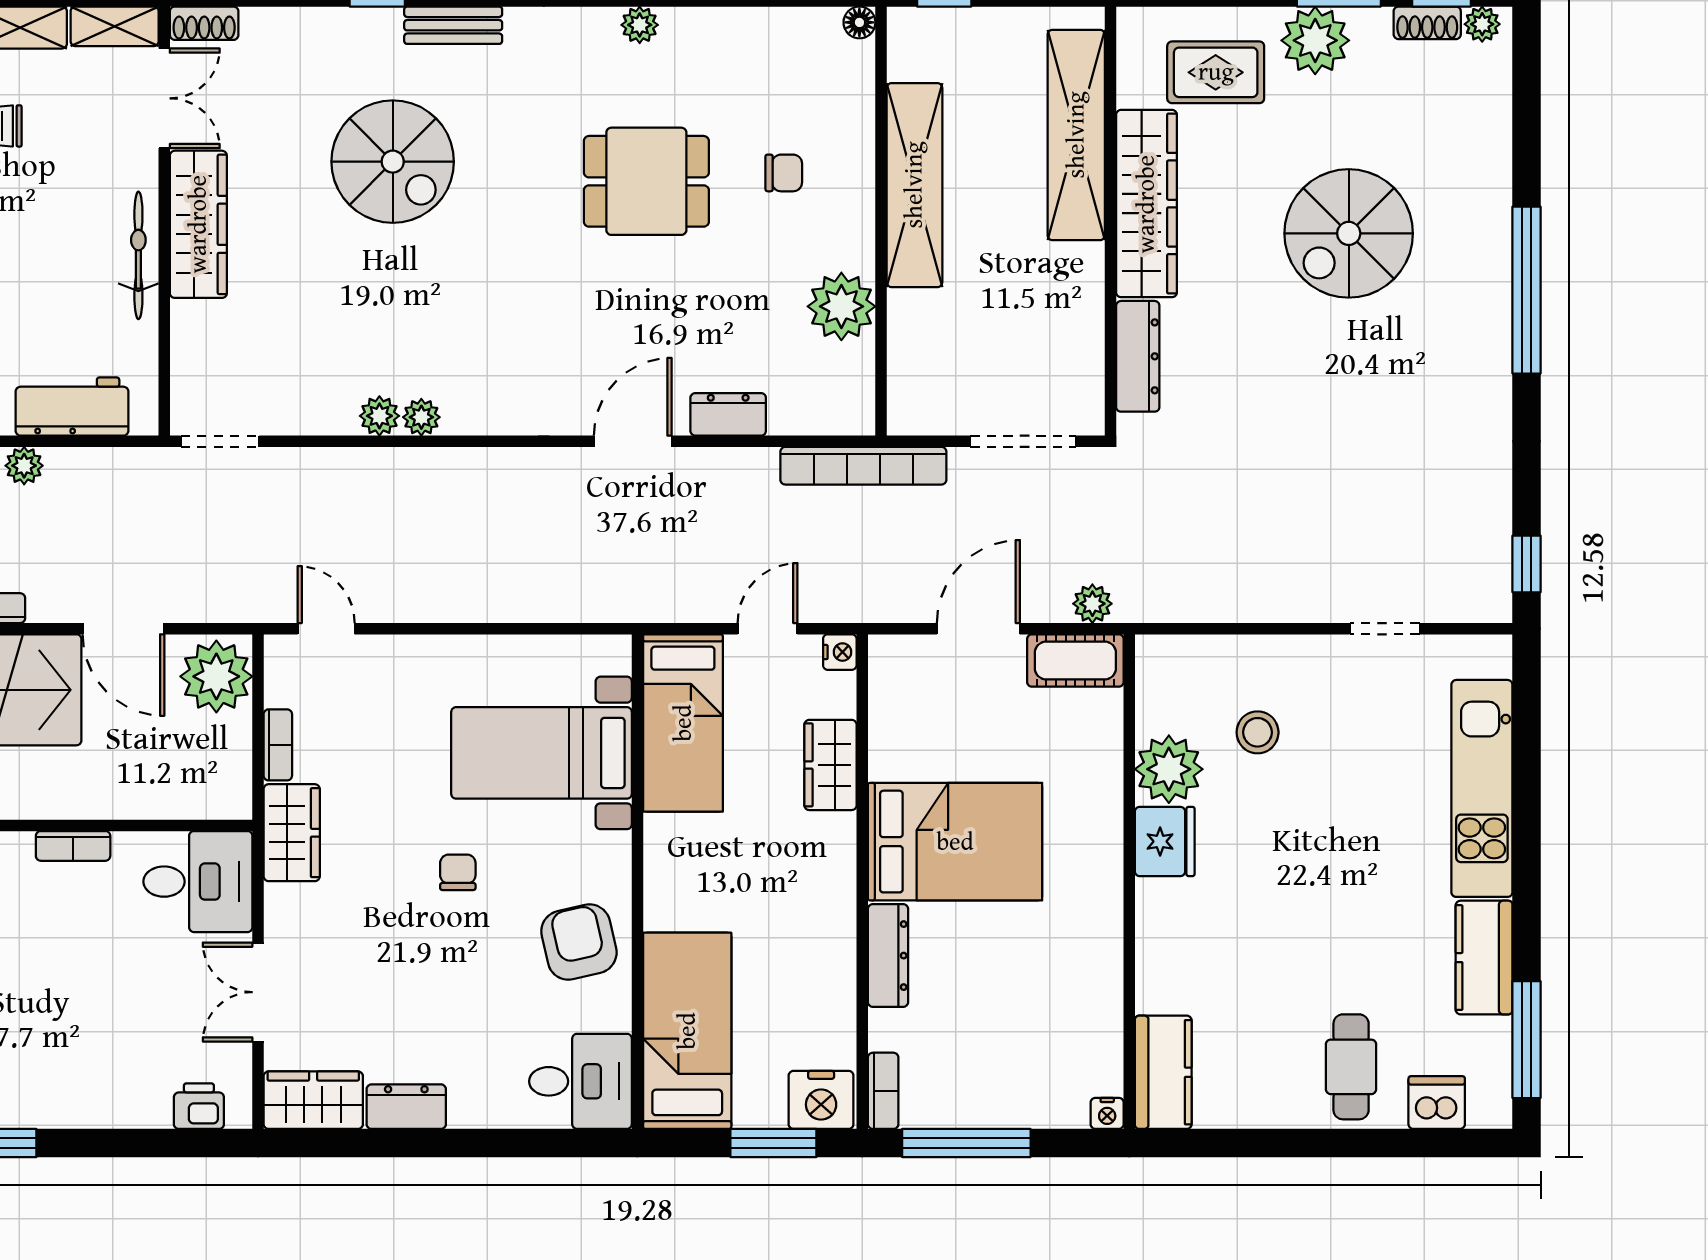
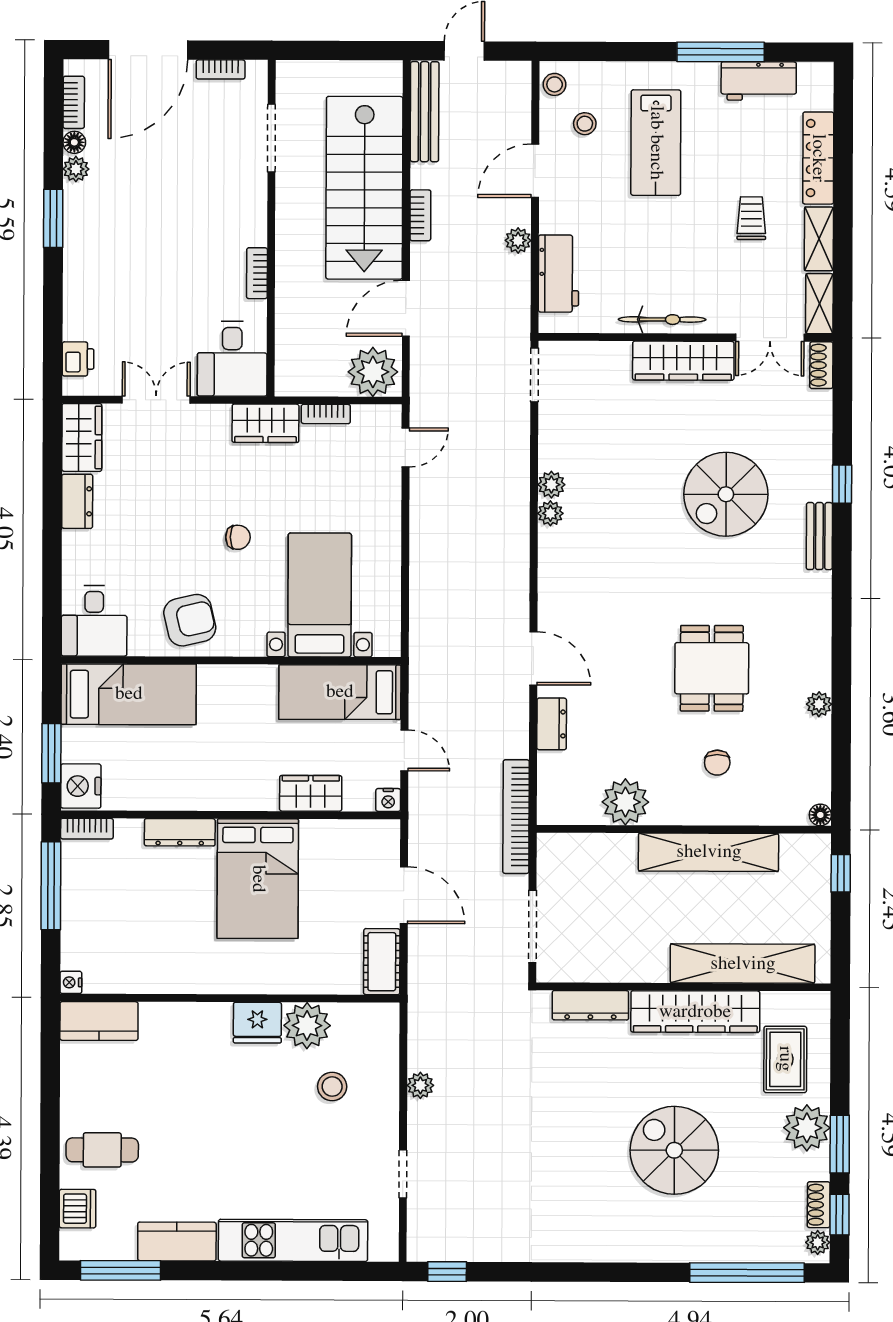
plant: (640, 25) -> (819, 704), moved
window: (1527, 290) -> (747, 1273), moved
plant: (1092, 604) -> (420, 1085), moved

